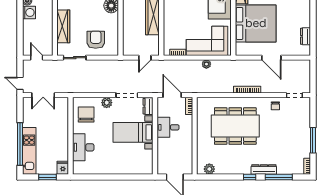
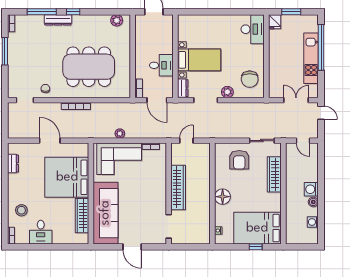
desk: (83, 147) -> (253, 29), moved
kitchen unit: (29, 151) -> (311, 58), moved

